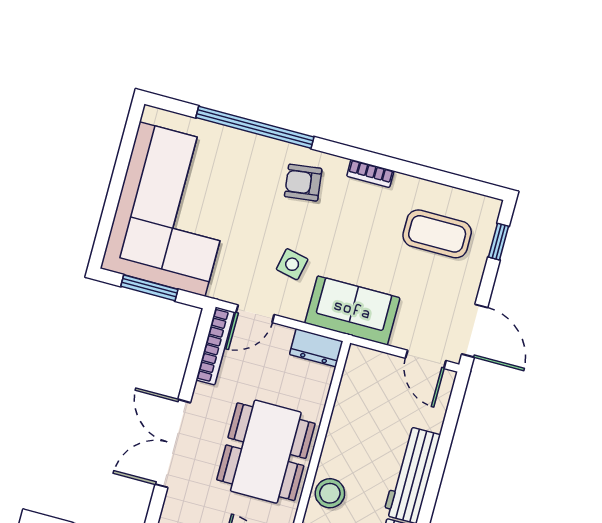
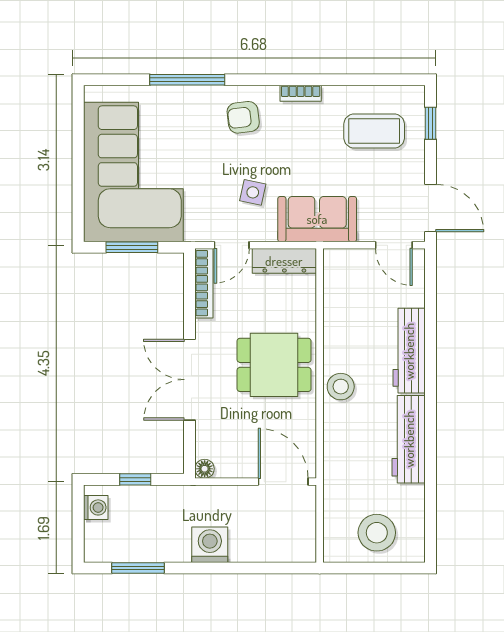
window: (255, 127) -> (187, 80), width x0.68
dresser: (316, 348) -> (284, 261), width x1.44
dining table: (266, 452) -> (274, 365), width x0.73

